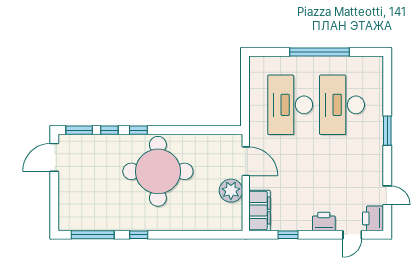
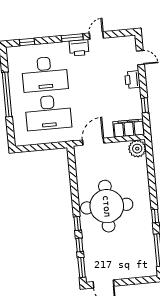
window: (387, 85) -> (27, 42), added
window: (387, 131) -> (72, 38), moved
plant: (231, 191) -> (137, 149), moved
door: (387, 195) -> (96, 36), moved
printer: (373, 218) -> (79, 48), moved

